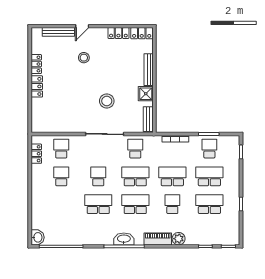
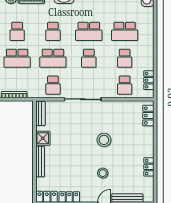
locker: (37, 86) -> (148, 116), moved
stool: (107, 101) -> (104, 140), moved
school desk: (61, 204) -> (125, 31), added
school desk: (135, 204) -> (53, 31), width x0.54

